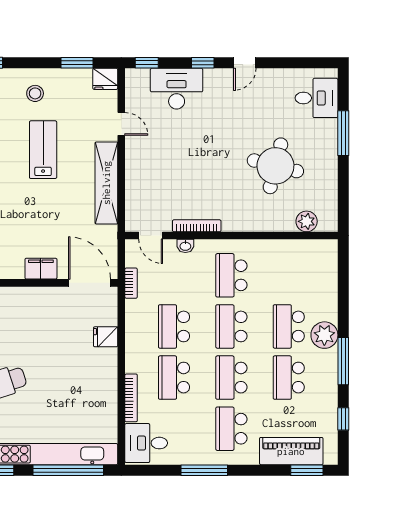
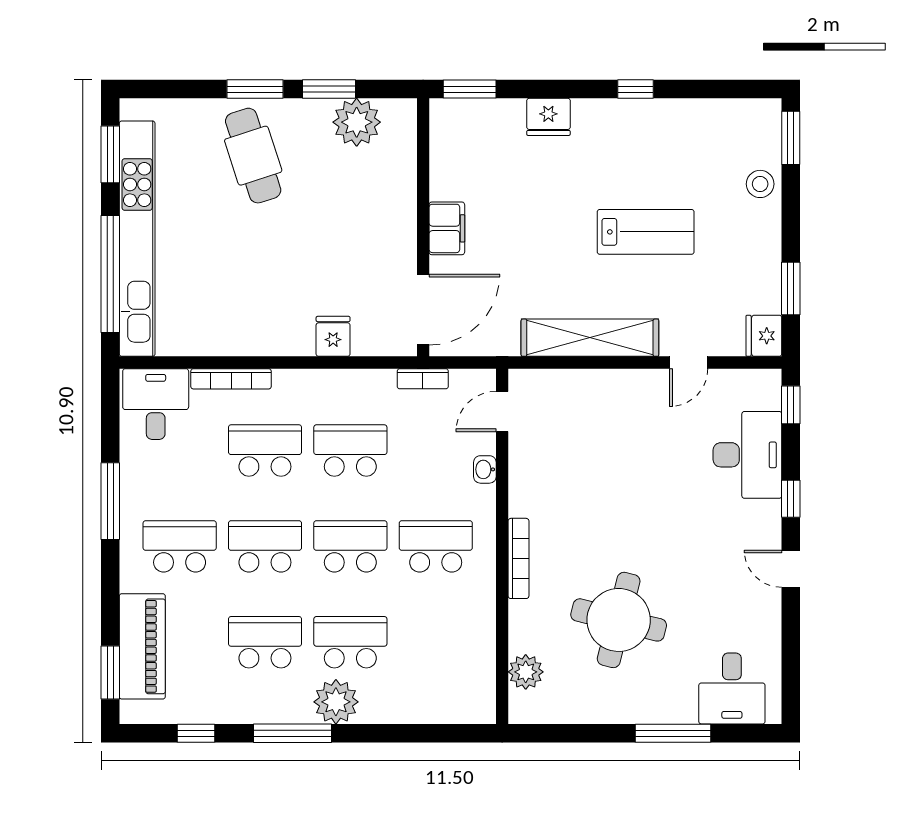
stool: (35, 93) -> (760, 184), moved
bookcase: (197, 226) -> (518, 558), moved

